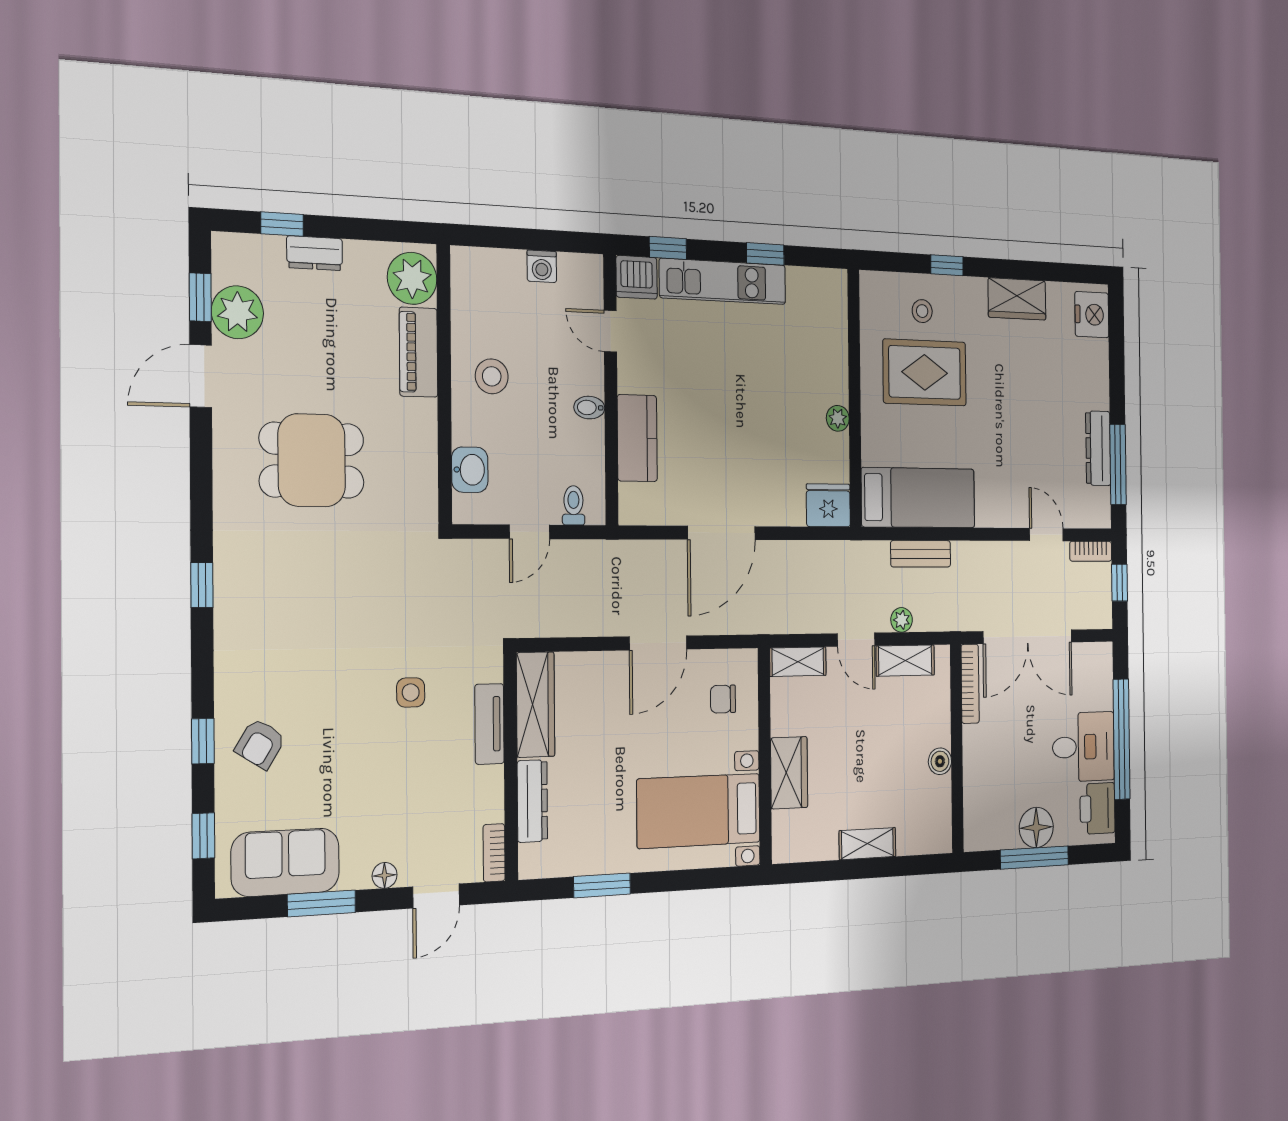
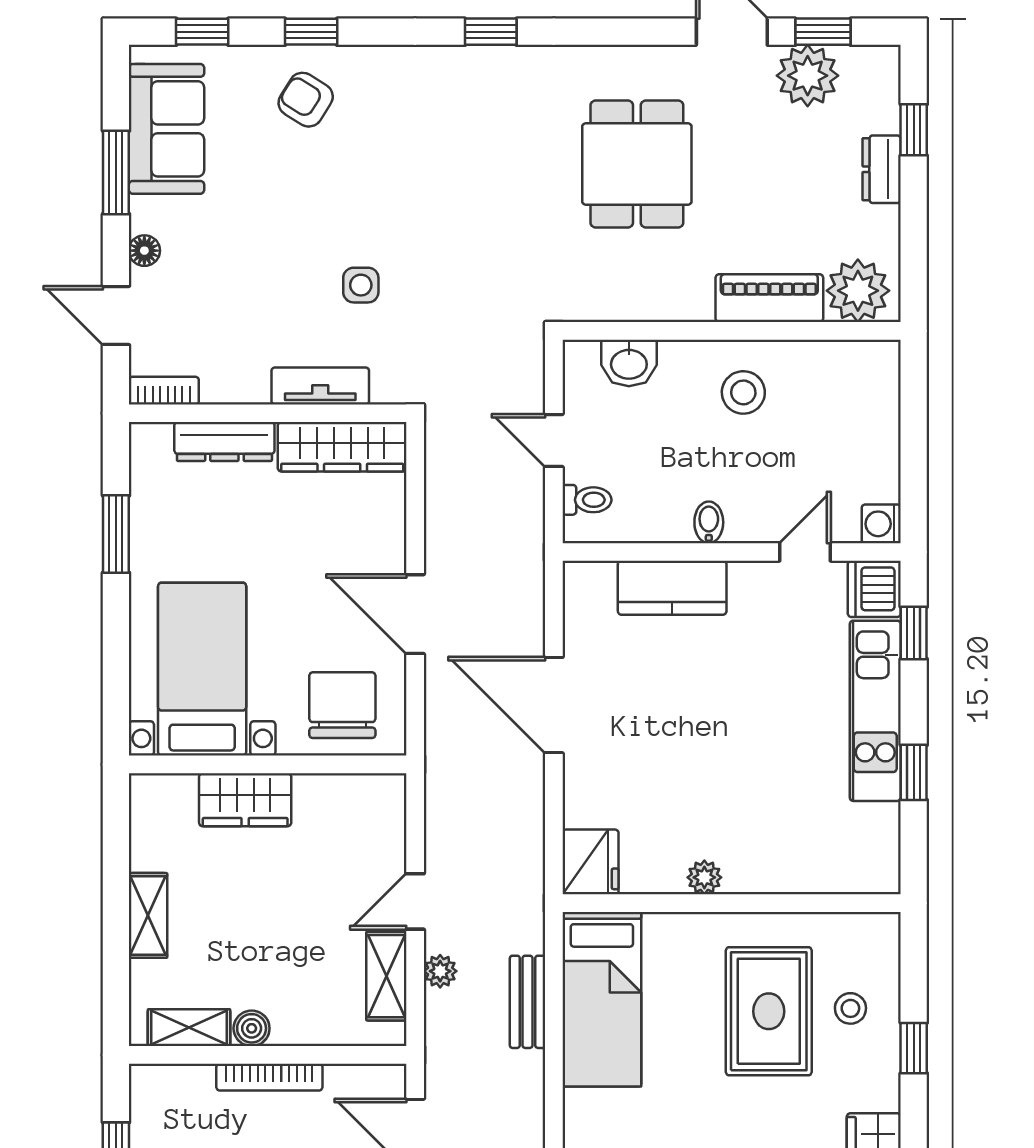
washing machine: (542, 266) -> (881, 524), moved
shelving: (798, 662) -> (189, 1028), moved, turned 90
bookcase: (970, 684) -> (269, 1077), moved
chair: (723, 699) -> (342, 705), width x1.87, depth x1.87

